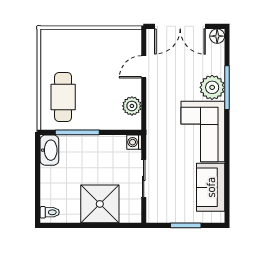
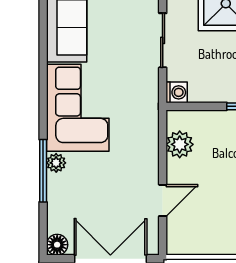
plant: (212, 87) -> (56, 163), width x0.53, depth x0.53

